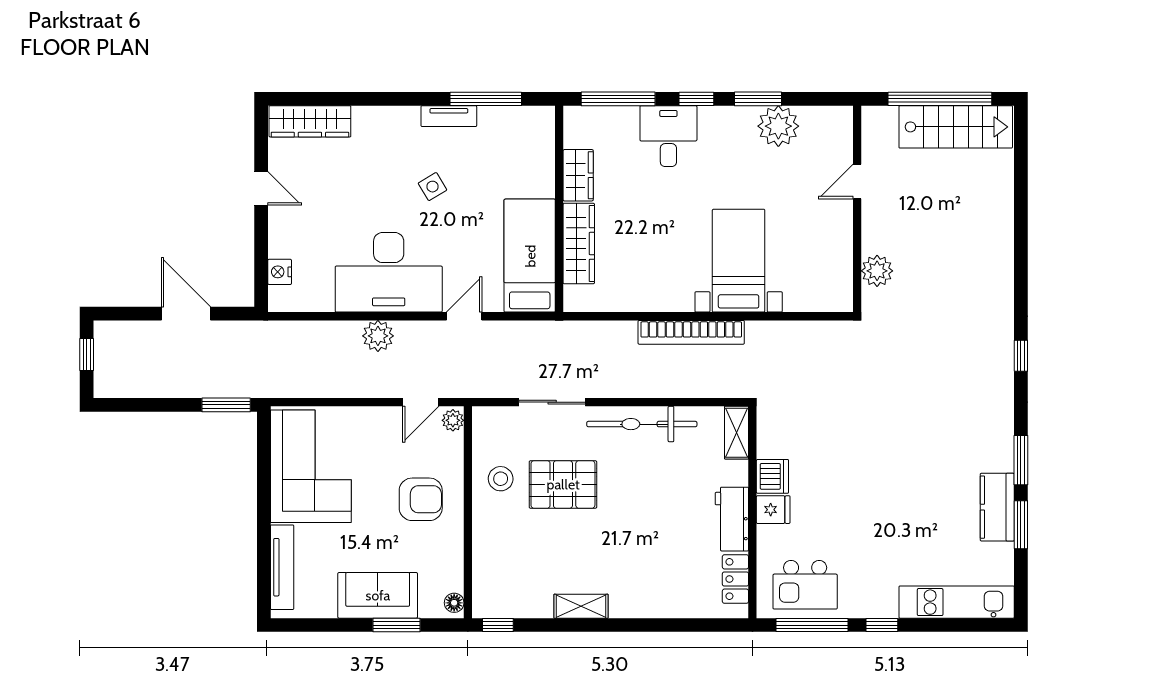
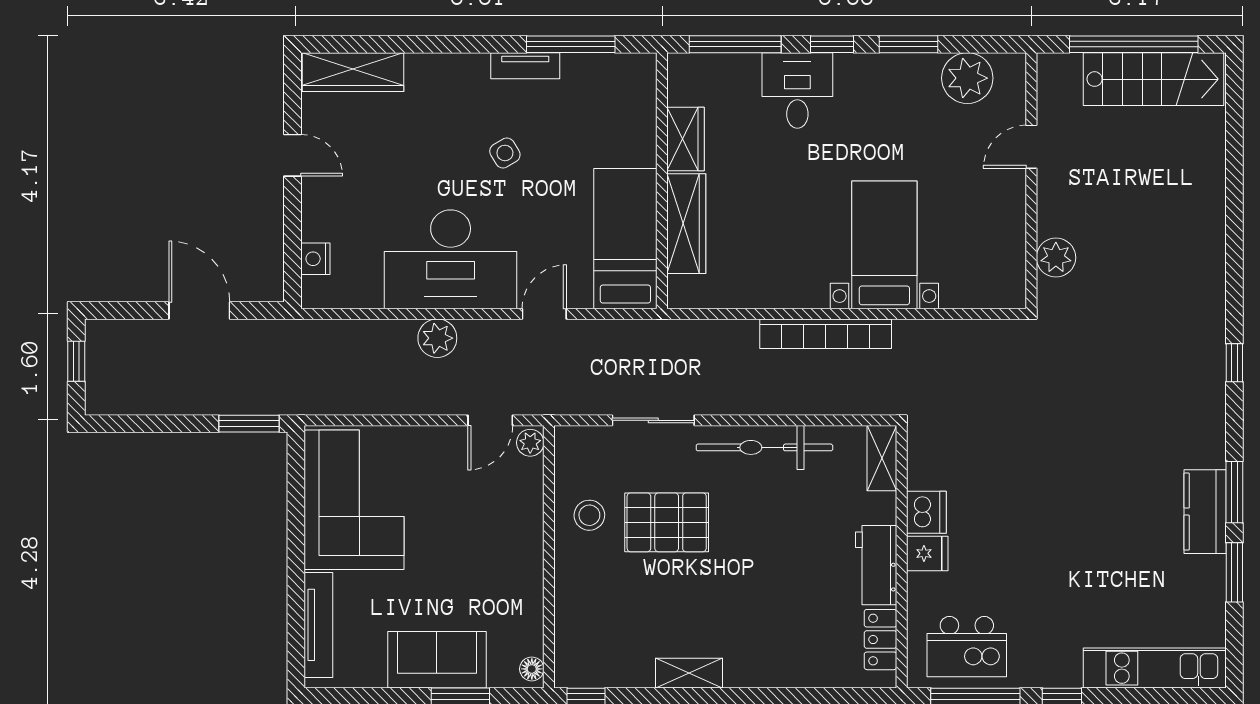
plant: (778, 126) -> (967, 78), moved
armchair: (421, 499) -> (490, 541), removed
kitchen counter: (997, 507) -> (1205, 512), moved

